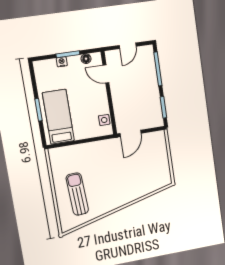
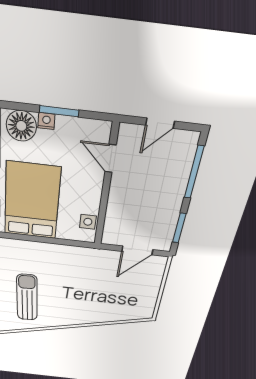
floor lamp: (86, 59) -> (21, 126), moved, width x1.89, depth x1.89
bed: (58, 117) -> (32, 201), width x1.50
door: (131, 133) -> (137, 250), moved

